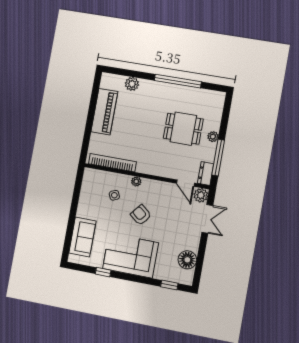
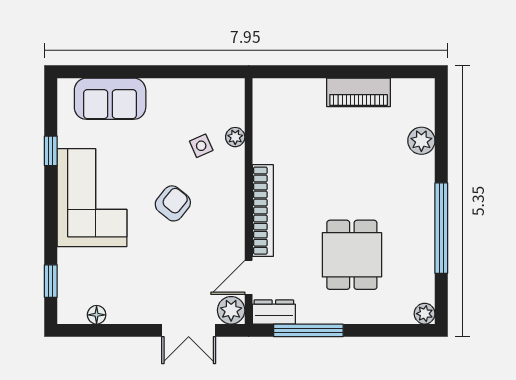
piano: (104, 112) -> (359, 92), width x0.73, depth x0.75
plant: (213, 137) -> (425, 314), moved
bookcase: (112, 163) -> (263, 211), moved
plant: (136, 181) -> (235, 137), moved
floor lamp: (187, 260) -> (97, 315), width x0.53, depth x0.53

